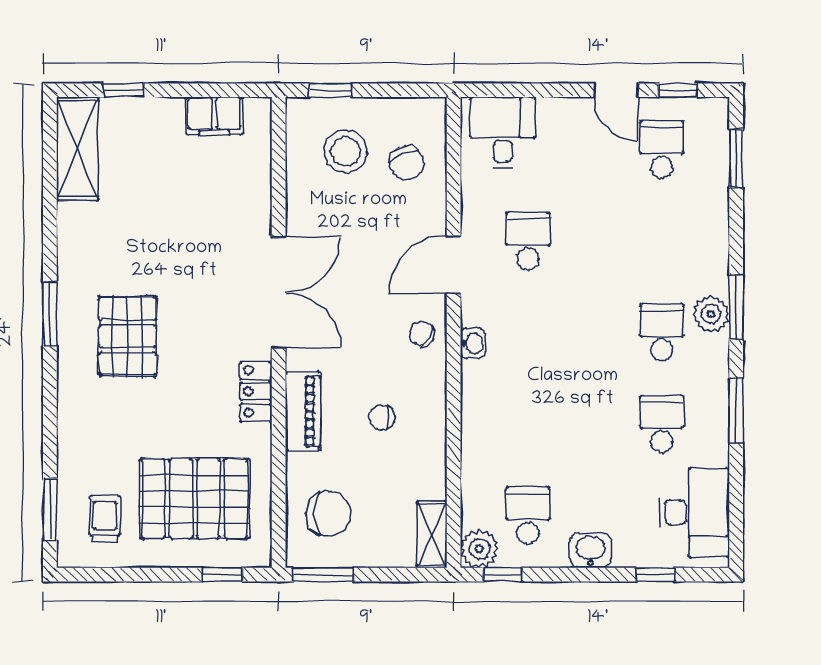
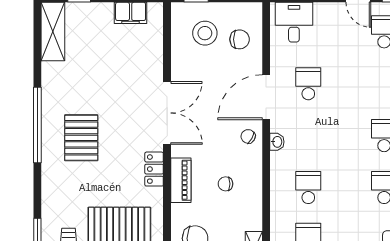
chair: (407, 163) -> (240, 39), turned -67
door: (454, 265) -> (266, 97), width x1.36
window: (50, 314) -> (37, 125), width x2.11
school desk: (528, 424) -> (308, 187), added

